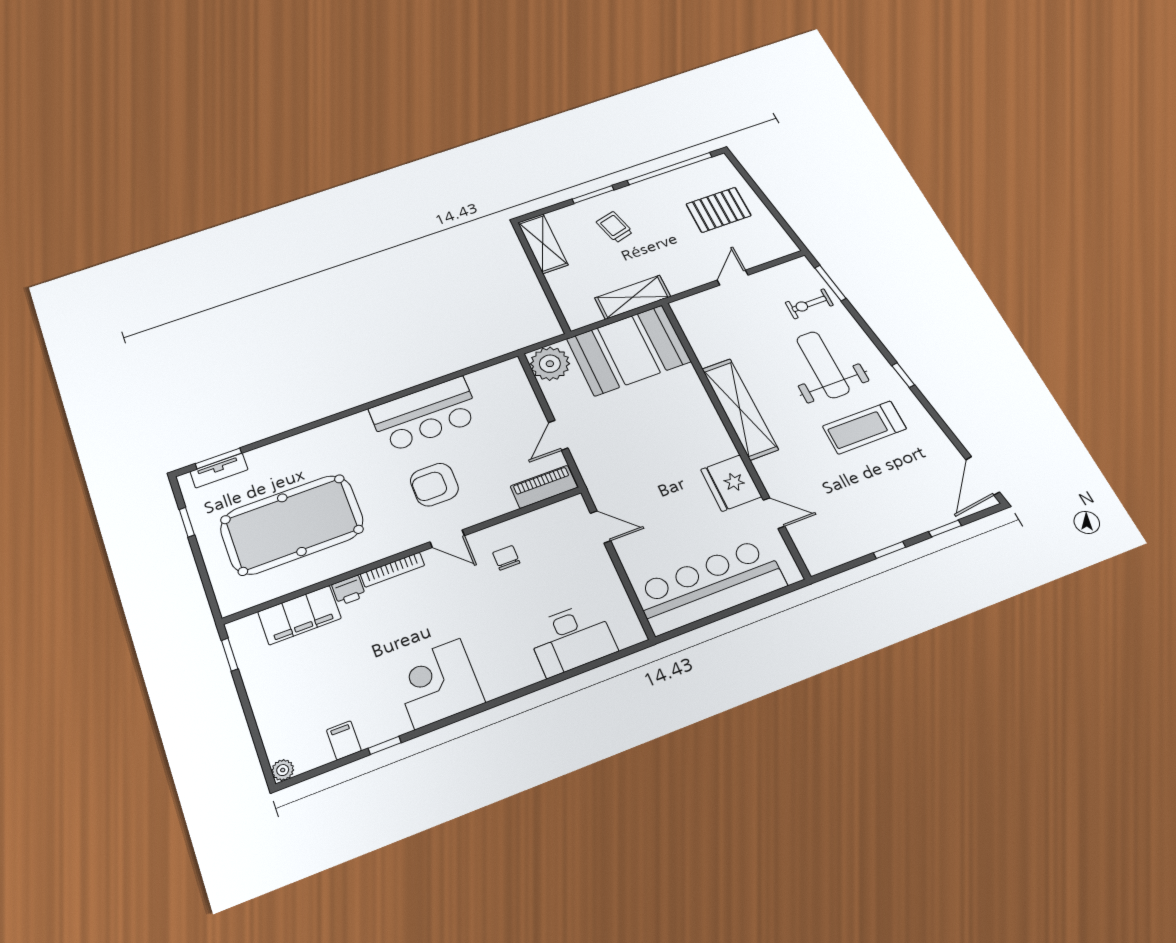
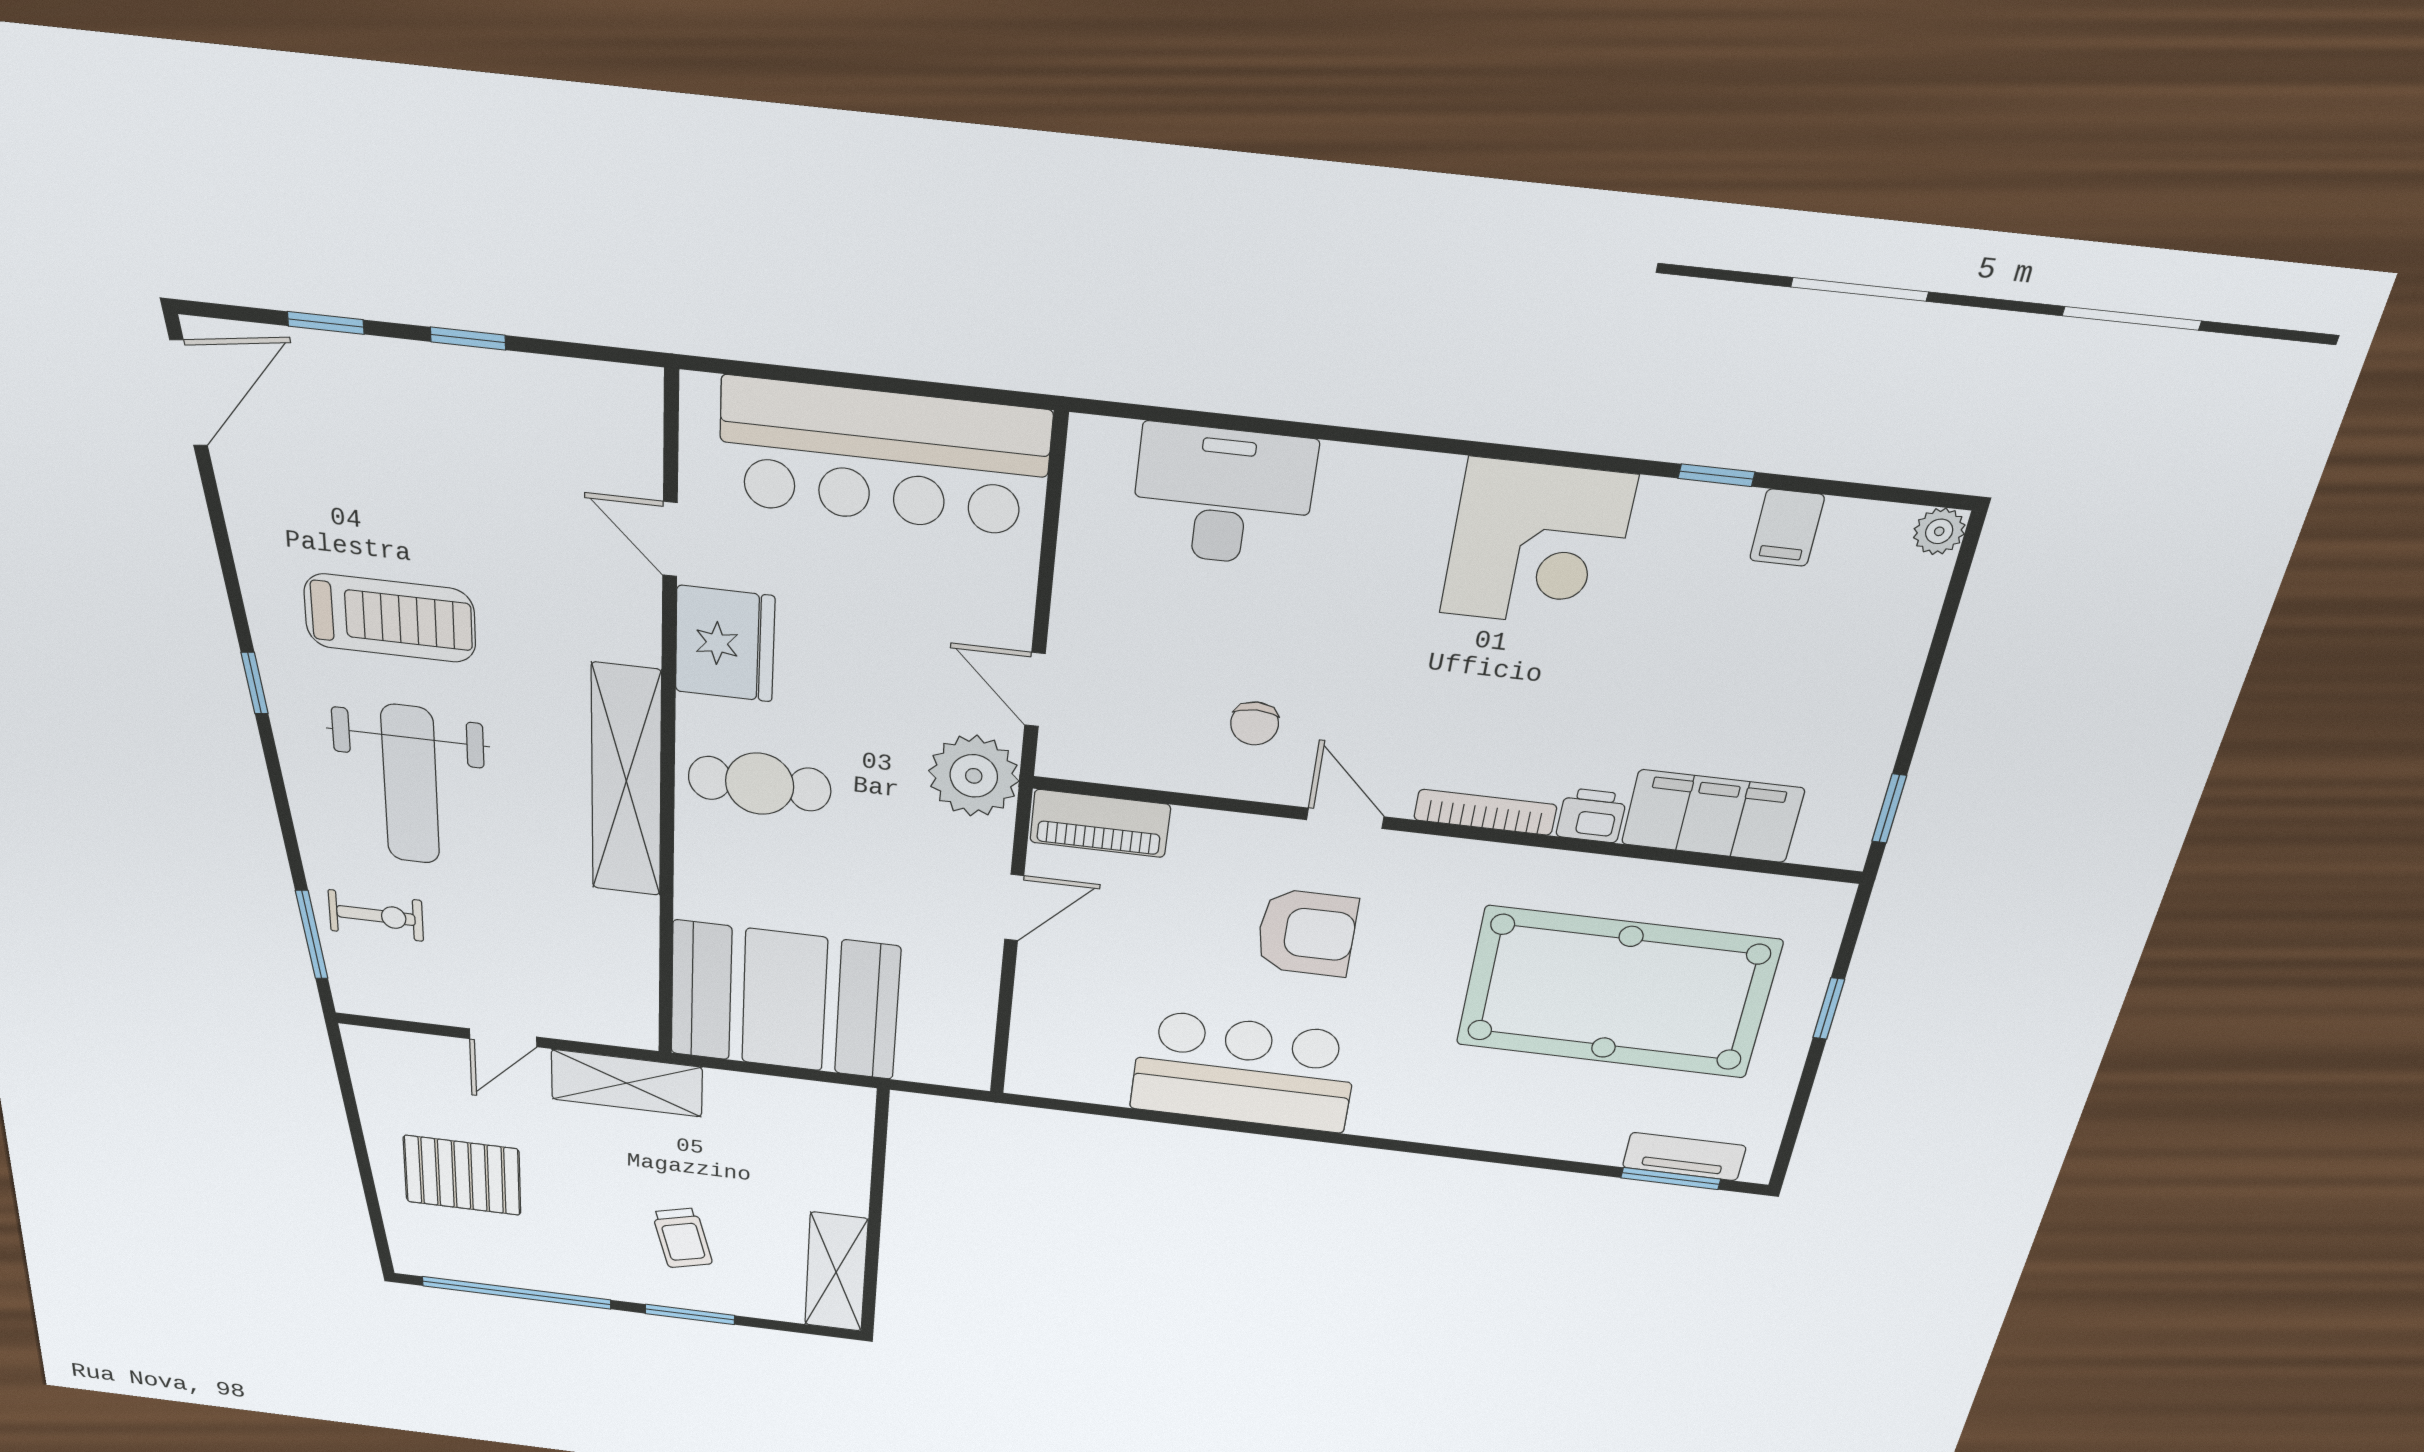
shelving: (633, 297) -> (627, 1083), moved
plant: (550, 364) -> (974, 776), moved
cafe table: (687, 434) -> (760, 784), added
window: (187, 522) -> (1829, 1009), moved

